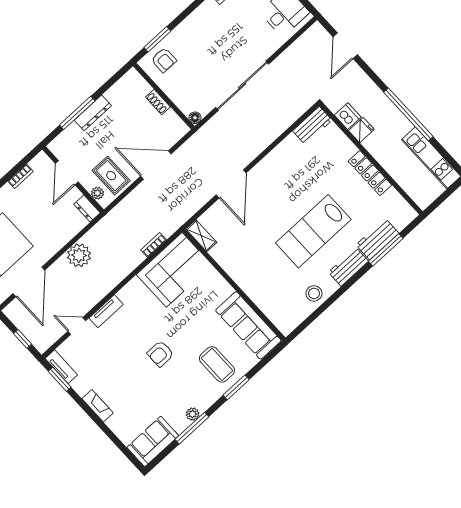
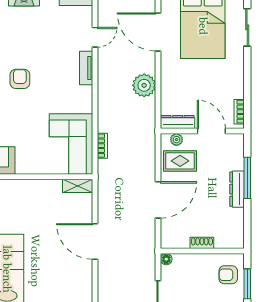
bookcase: (21, 176) -> (239, 112), moved
dresser: (87, 208) -> (178, 122), width x1.44

